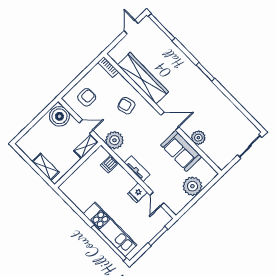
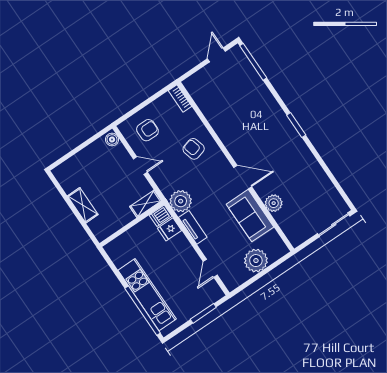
wardrobe: (143, 78) -> (220, 119), removed
boiler: (59, 116) -> (112, 139), width x0.54, depth x0.54
plant: (114, 140) -> (181, 201), moved
shelving: (86, 147) -> (146, 204), moved
wall: (78, 165) -> (132, 224), moved
fridge: (137, 193) -> (169, 229), moved

